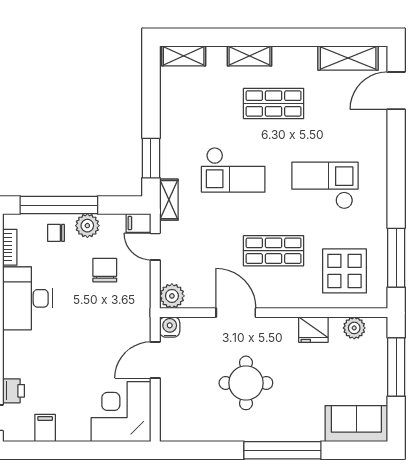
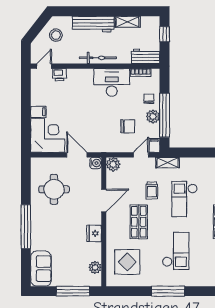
window: (151, 158) -> (191, 152), removed
window: (59, 205) -> (165, 115), moved
trolley: (218, 228) -> (152, 190), added
window: (396, 258) -> (168, 291), moved
fridge: (313, 330) -> (94, 233), moved
round table: (246, 383) -> (54, 189), moved
filing cabinet: (45, 428) -> (38, 112), moved

